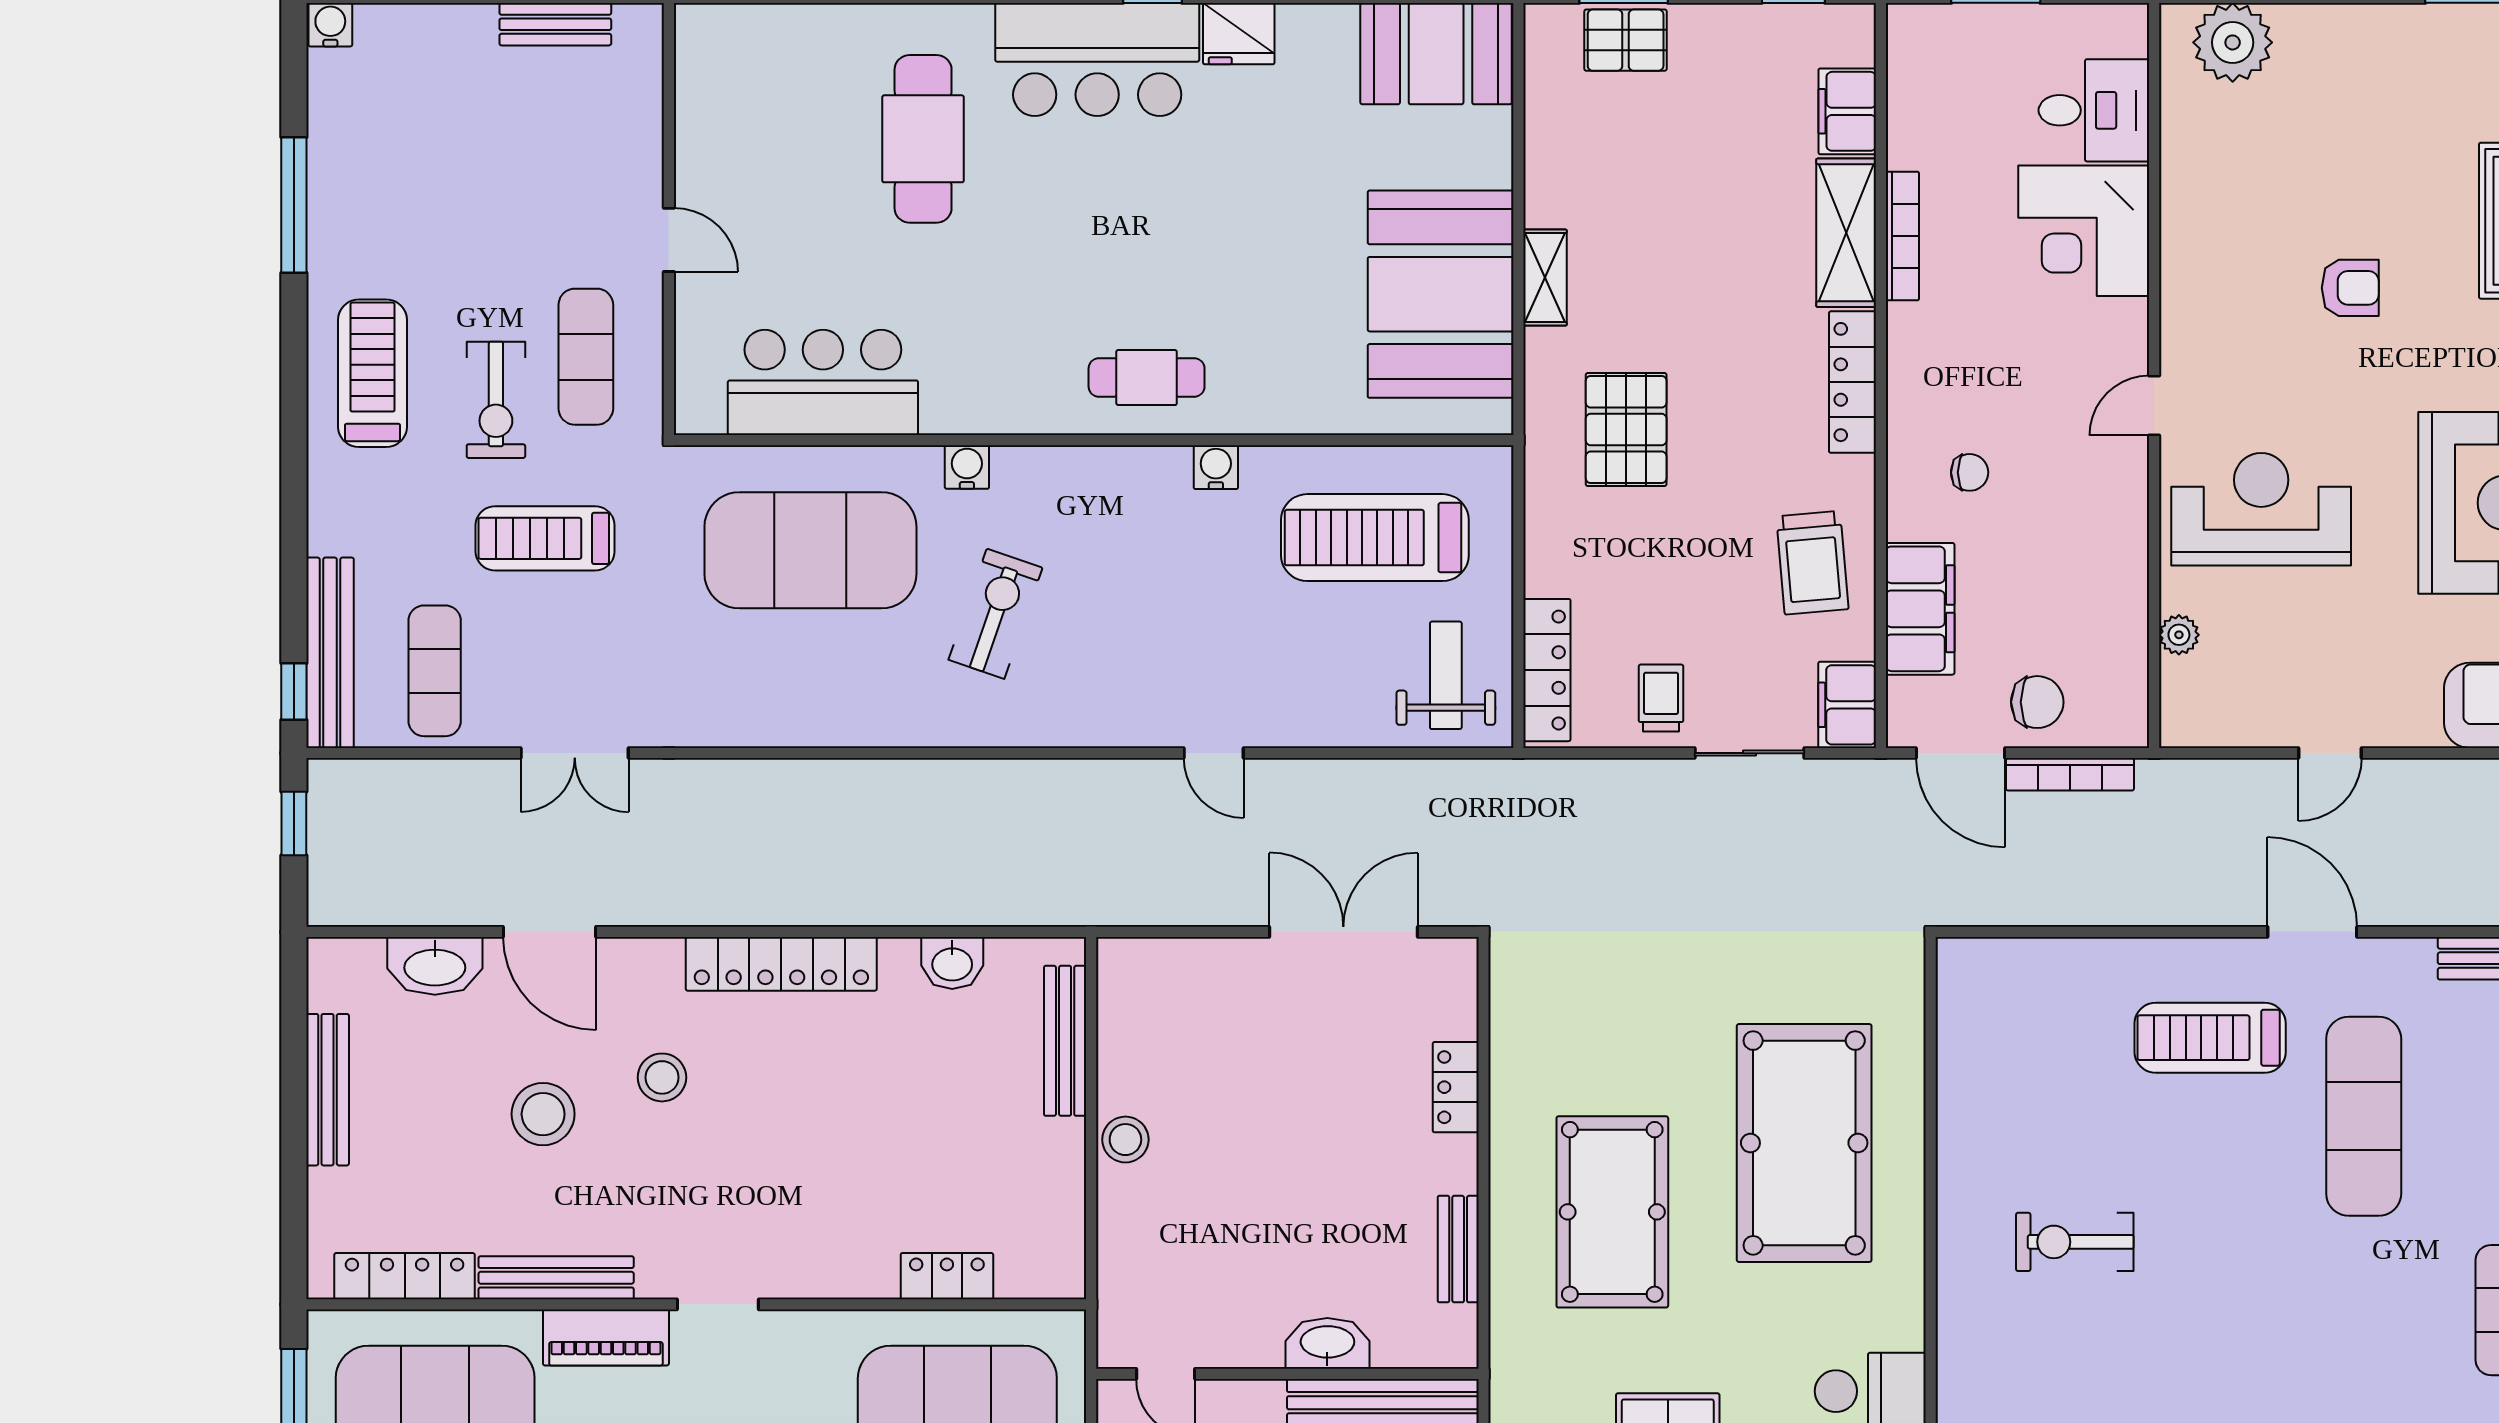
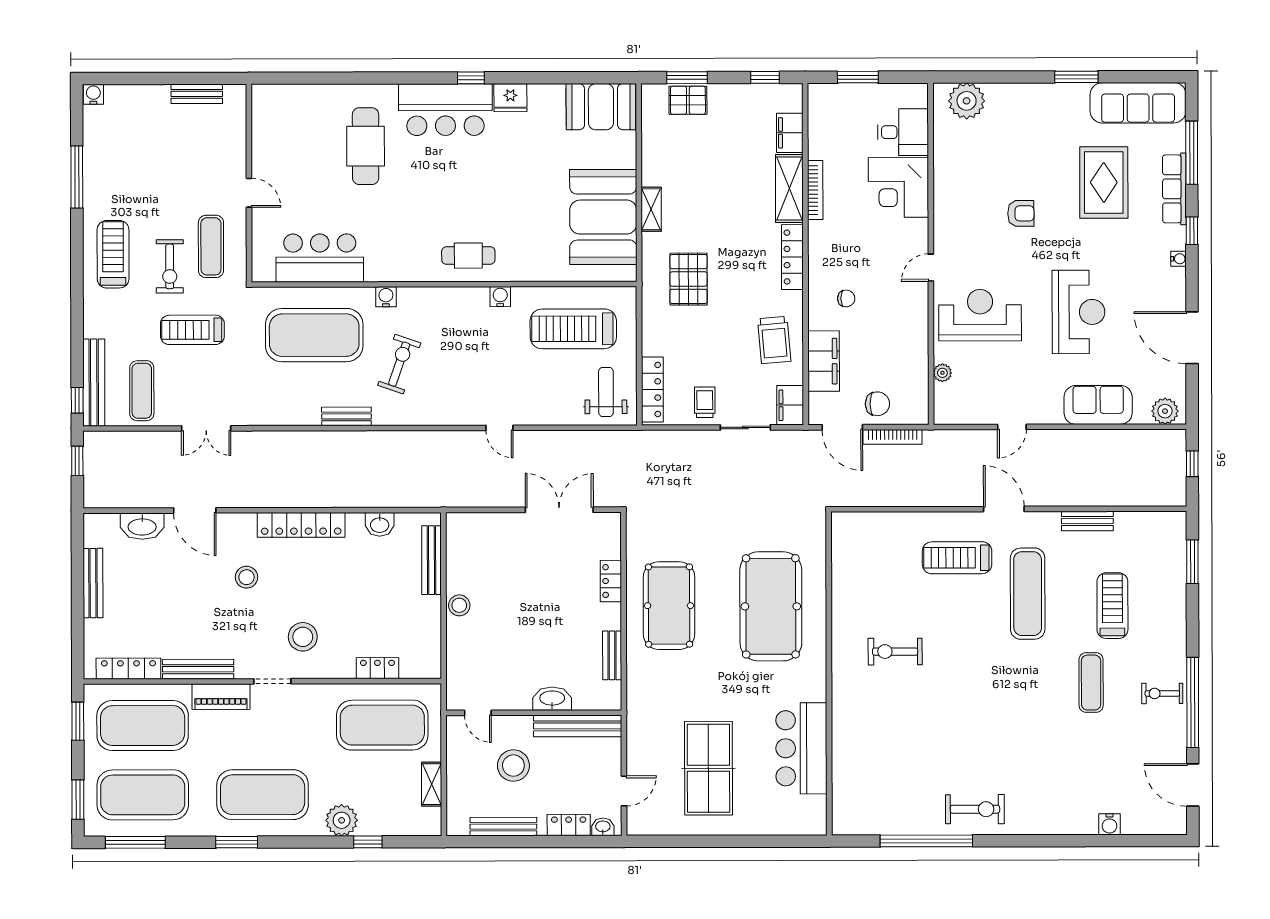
bench: (880, 728) -> (346, 416), added
stool: (543, 1114) -> (303, 637), moved
pool table: (1612, 1212) -> (669, 606), moved

